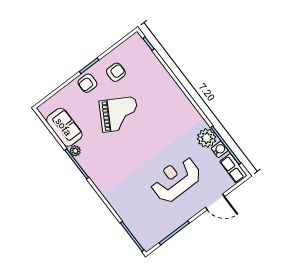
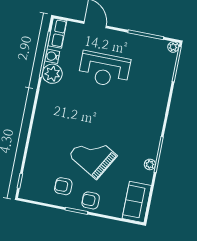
armchair: (87, 83) -> (91, 200), turned 180
sofa: (64, 127) -> (137, 202), moved
plant: (147, 245) -> (173, 47), added

